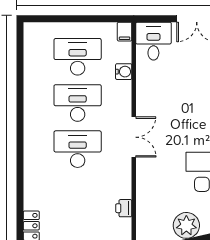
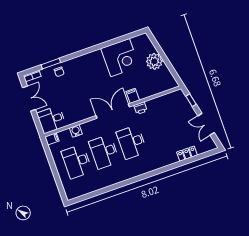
double door: (134, 137) -> (113, 111), width x1.37
filing cabinet: (146, 175) -> (133, 96), added
printer: (124, 208) -> (140, 108), moved

